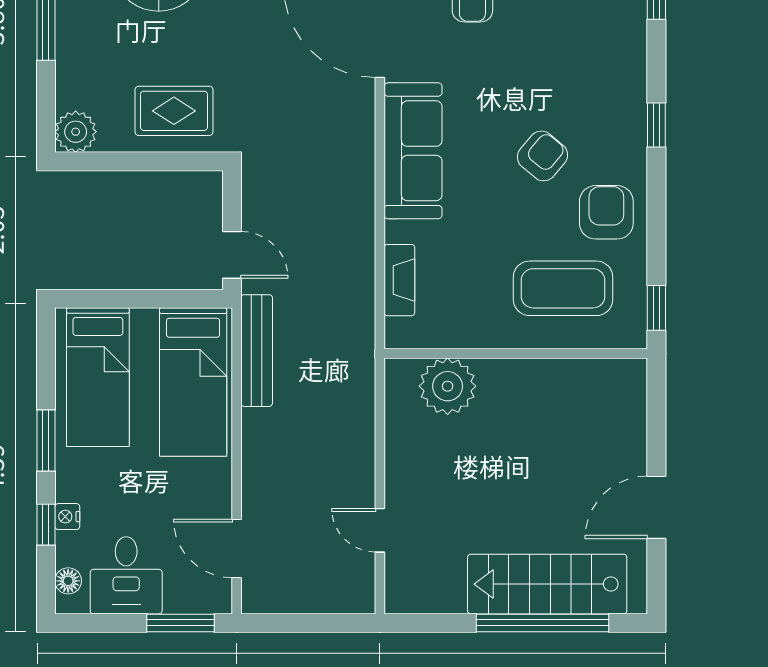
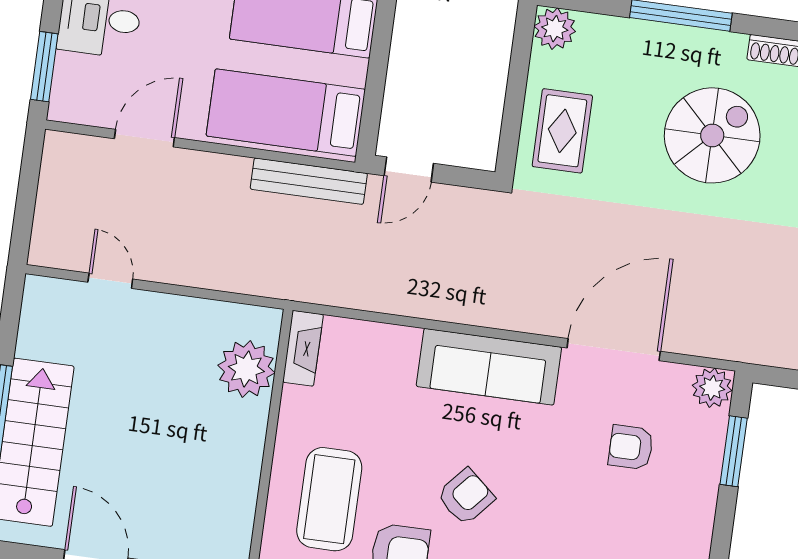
armchair: (542, 156) -> (466, 497), turned -89
fireplace: (399, 280) -> (303, 348), moved, turned -90
door: (380, 530) -> (110, 281), hinge flipped
door: (237, 548) -> (144, 138), moved

